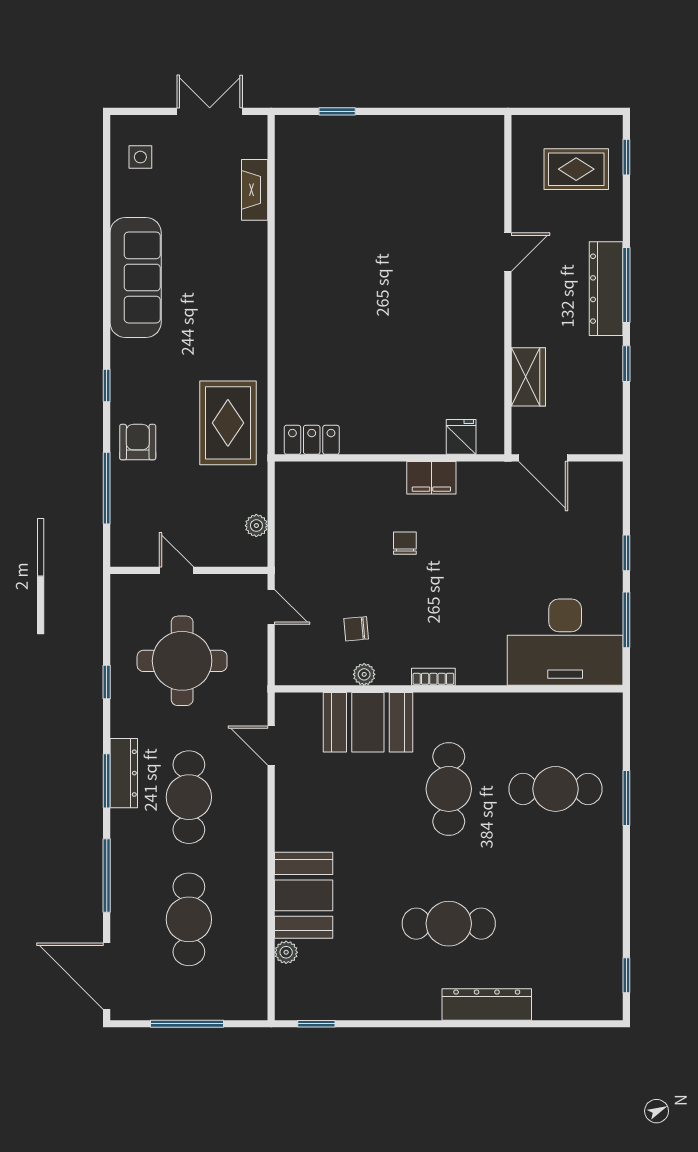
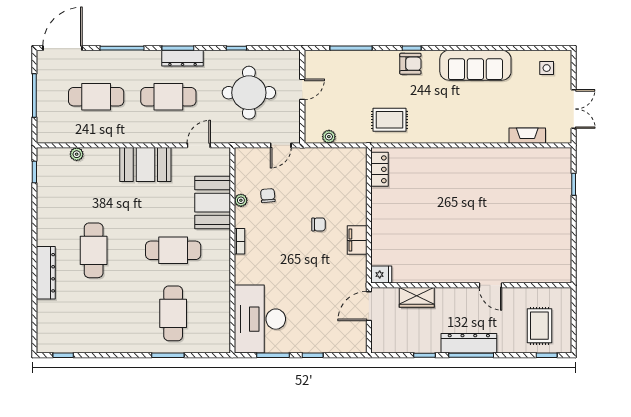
rug: (228, 423) -> (390, 120), width x0.73, depth x0.70
fridge: (461, 437) -> (381, 275), moved
armchair: (138, 442) -> (410, 64), moved
booth: (304, 895) -> (145, 164), moved

